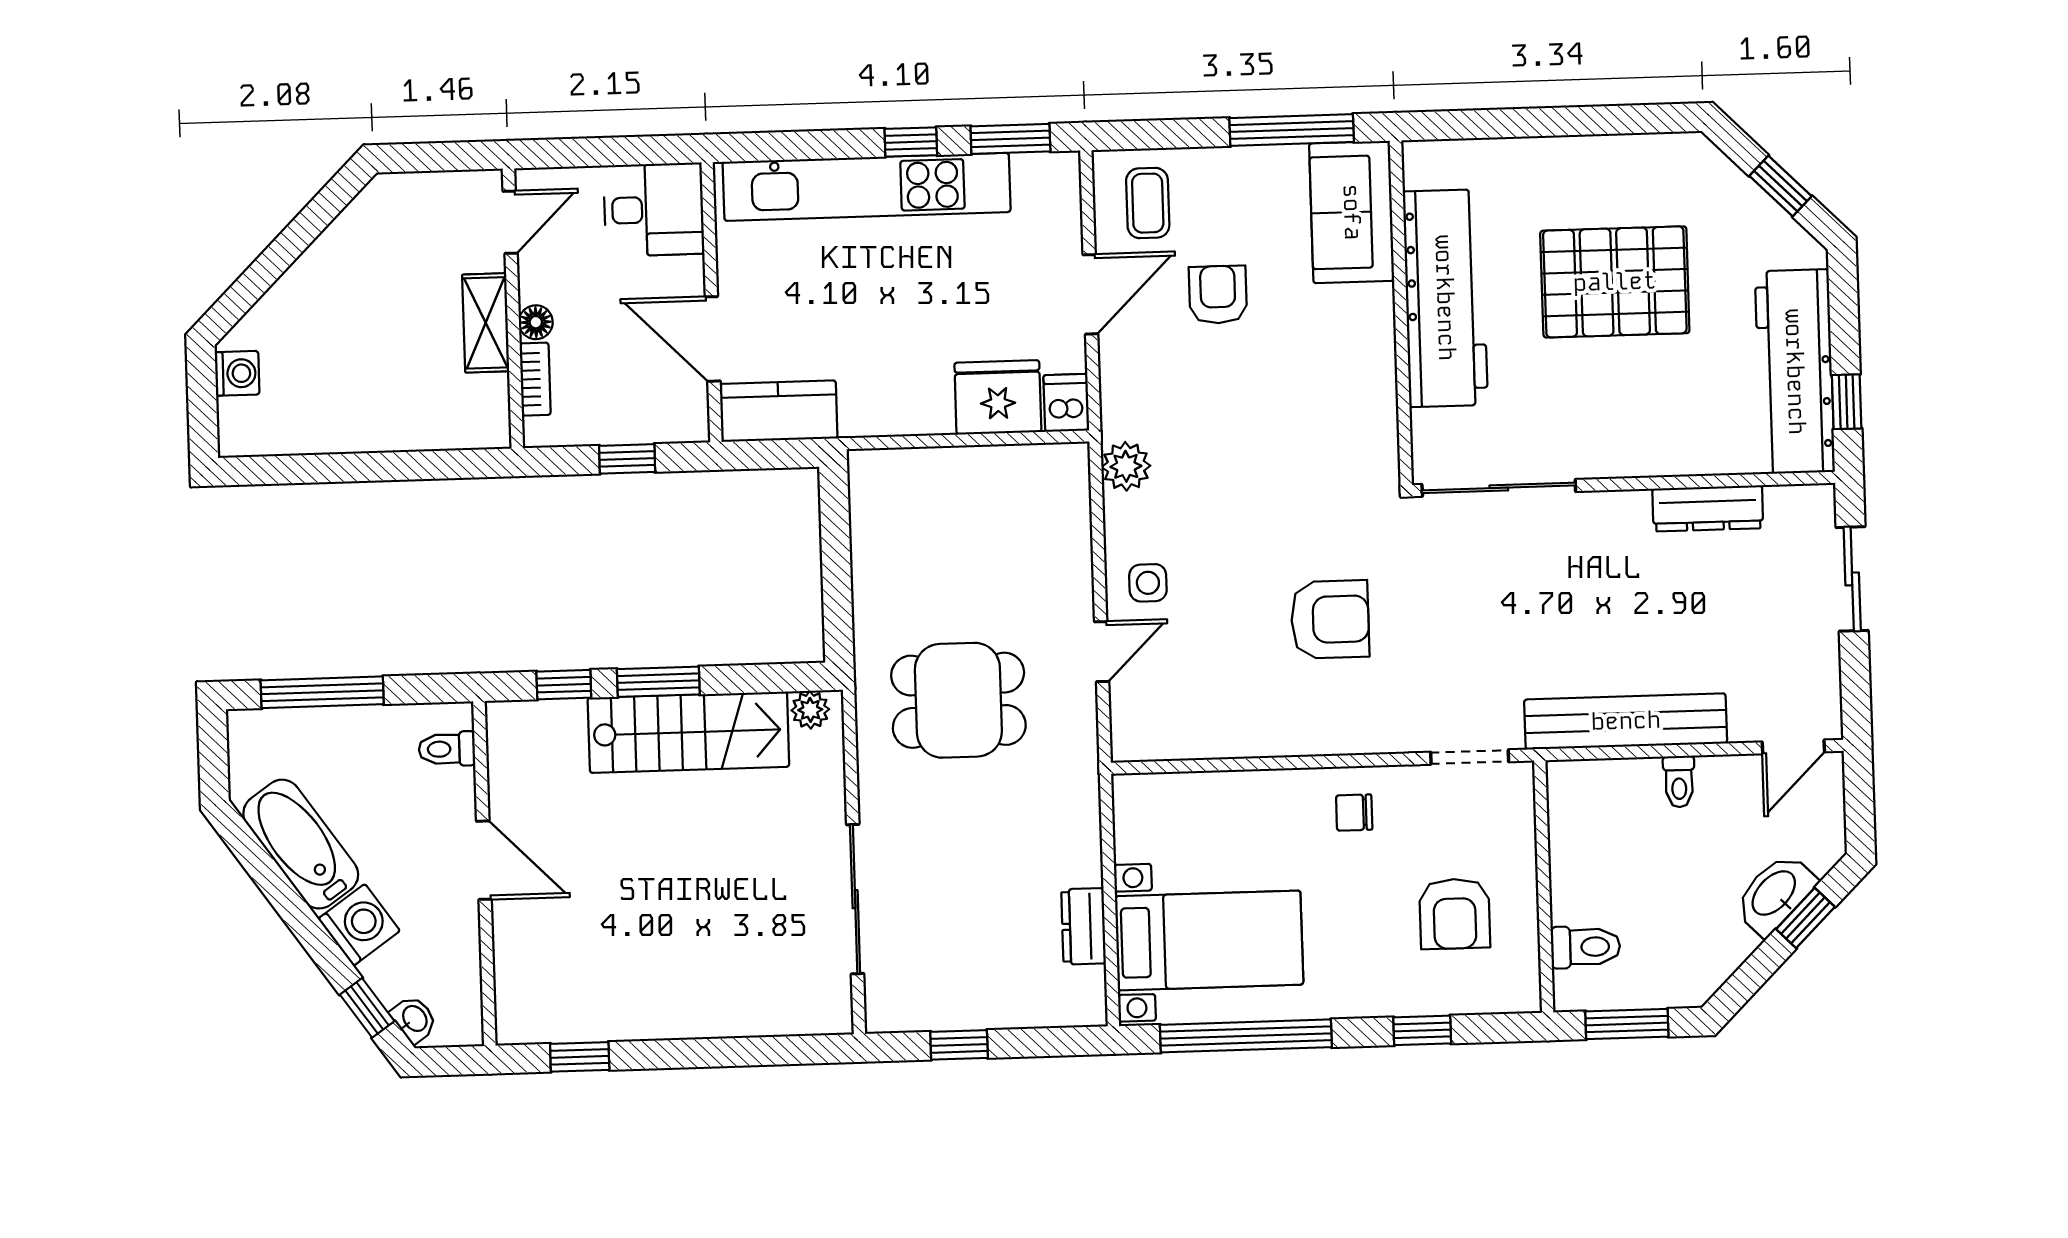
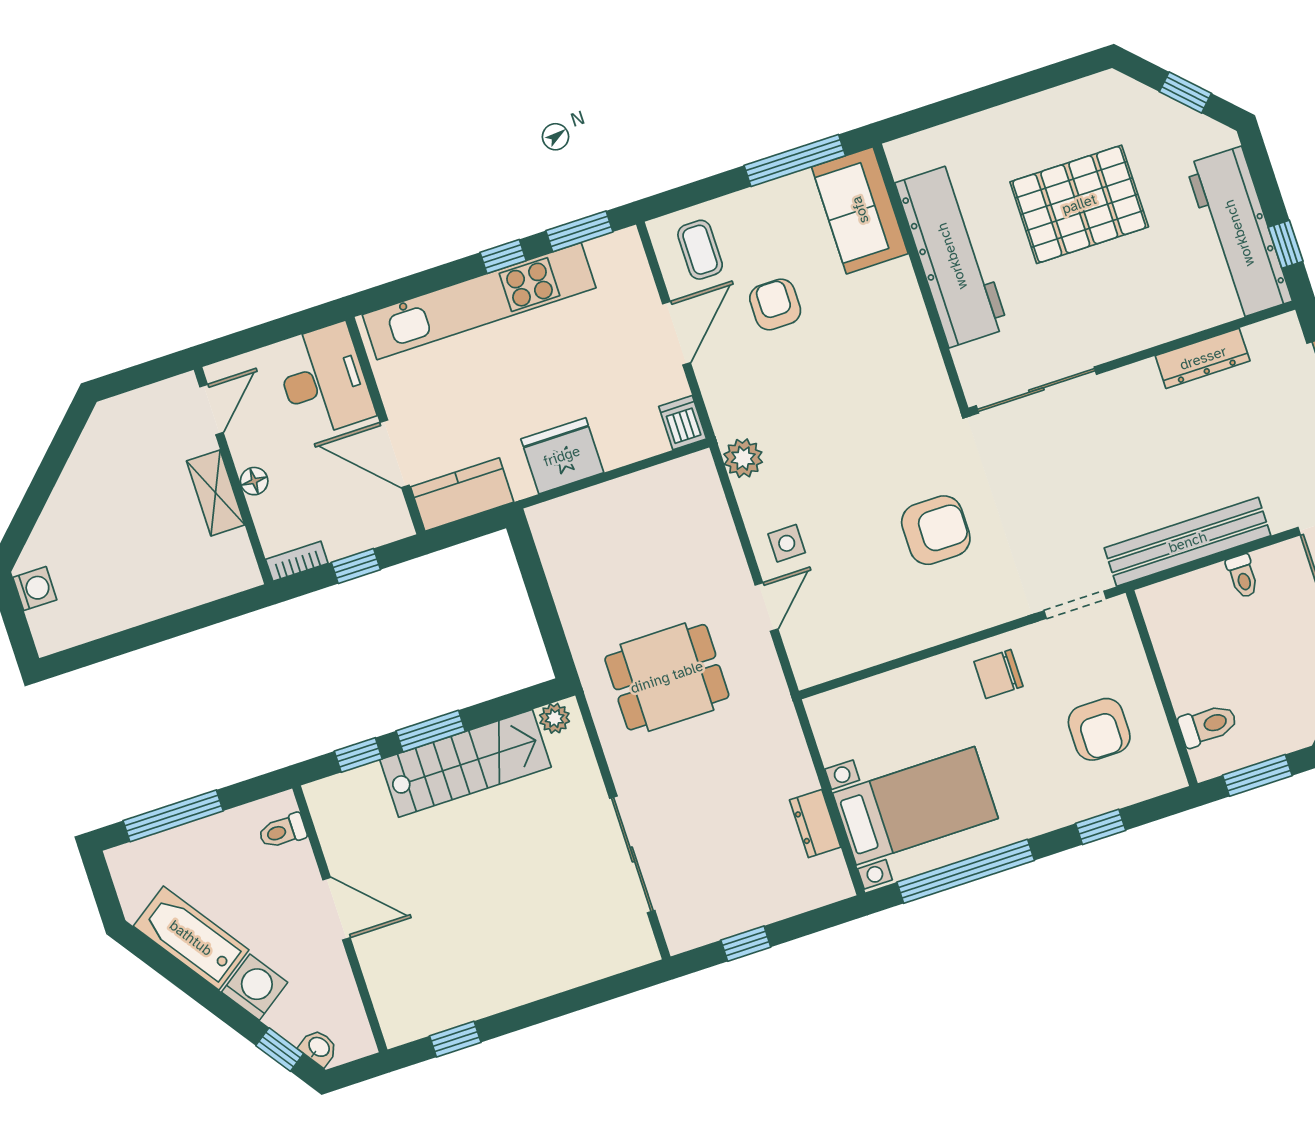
desk: (654, 210) -> (324, 380), width x1.37
bookcase: (535, 379) -> (297, 561), moved, turned -90
fridge: (998, 397) -> (562, 456), moved
chair: (1354, 813) -> (998, 674), width x1.37, depth x1.37

